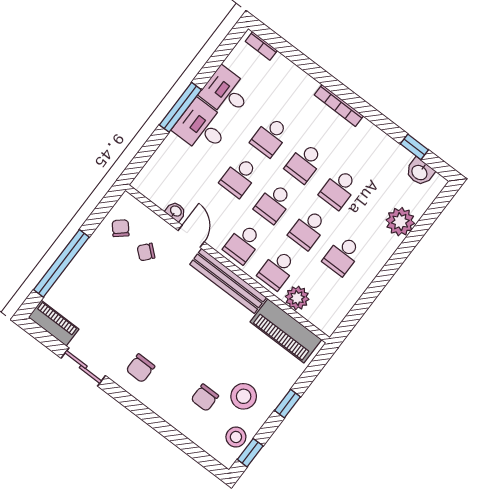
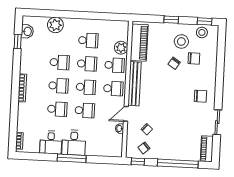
window: (106, 205) -> (138, 162), added
chair: (218, 363) -> (174, 63), added

